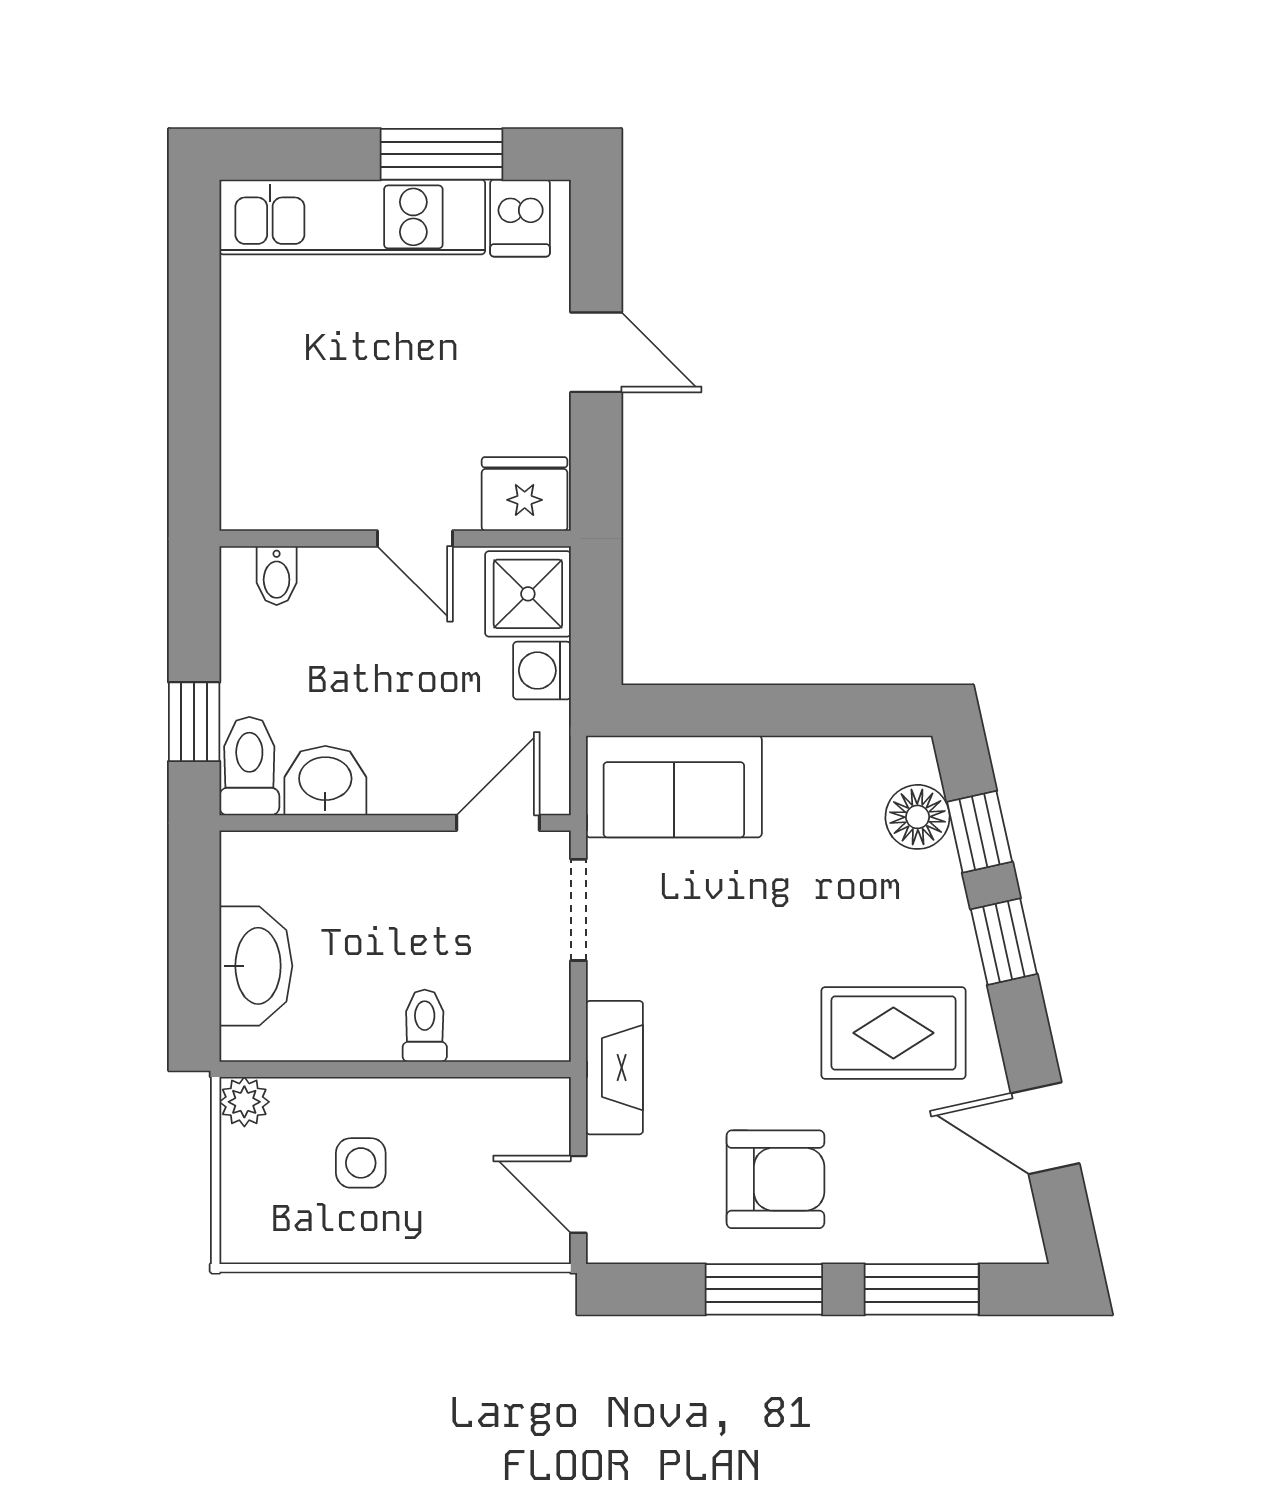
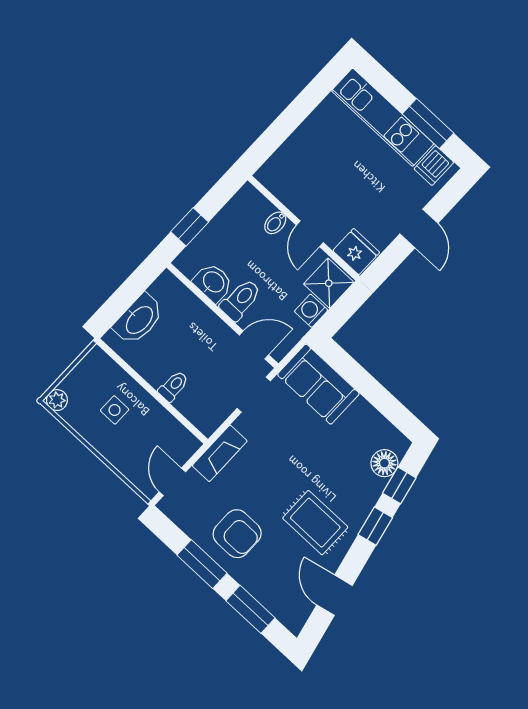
bidet: (277, 576) -> (275, 223), moved
toilet: (249, 766) -> (241, 300), moved
plant: (244, 1102) -> (57, 400), moved

